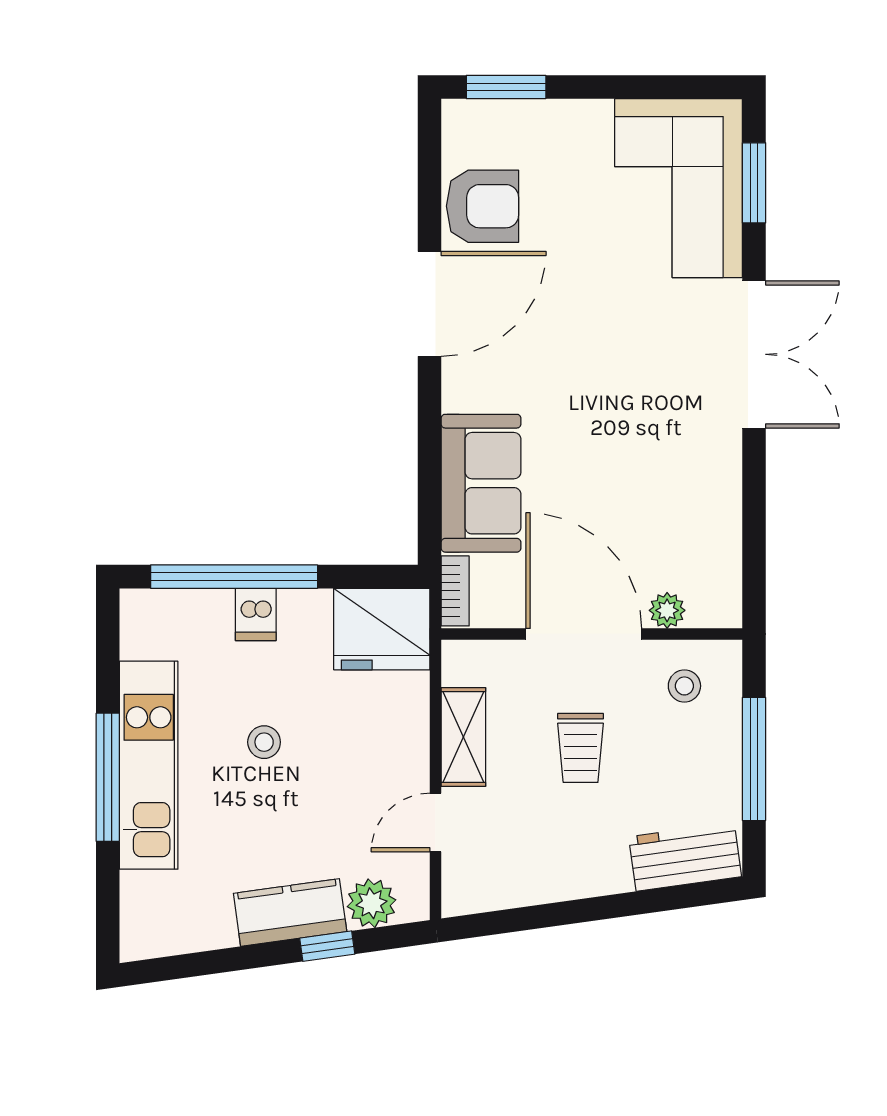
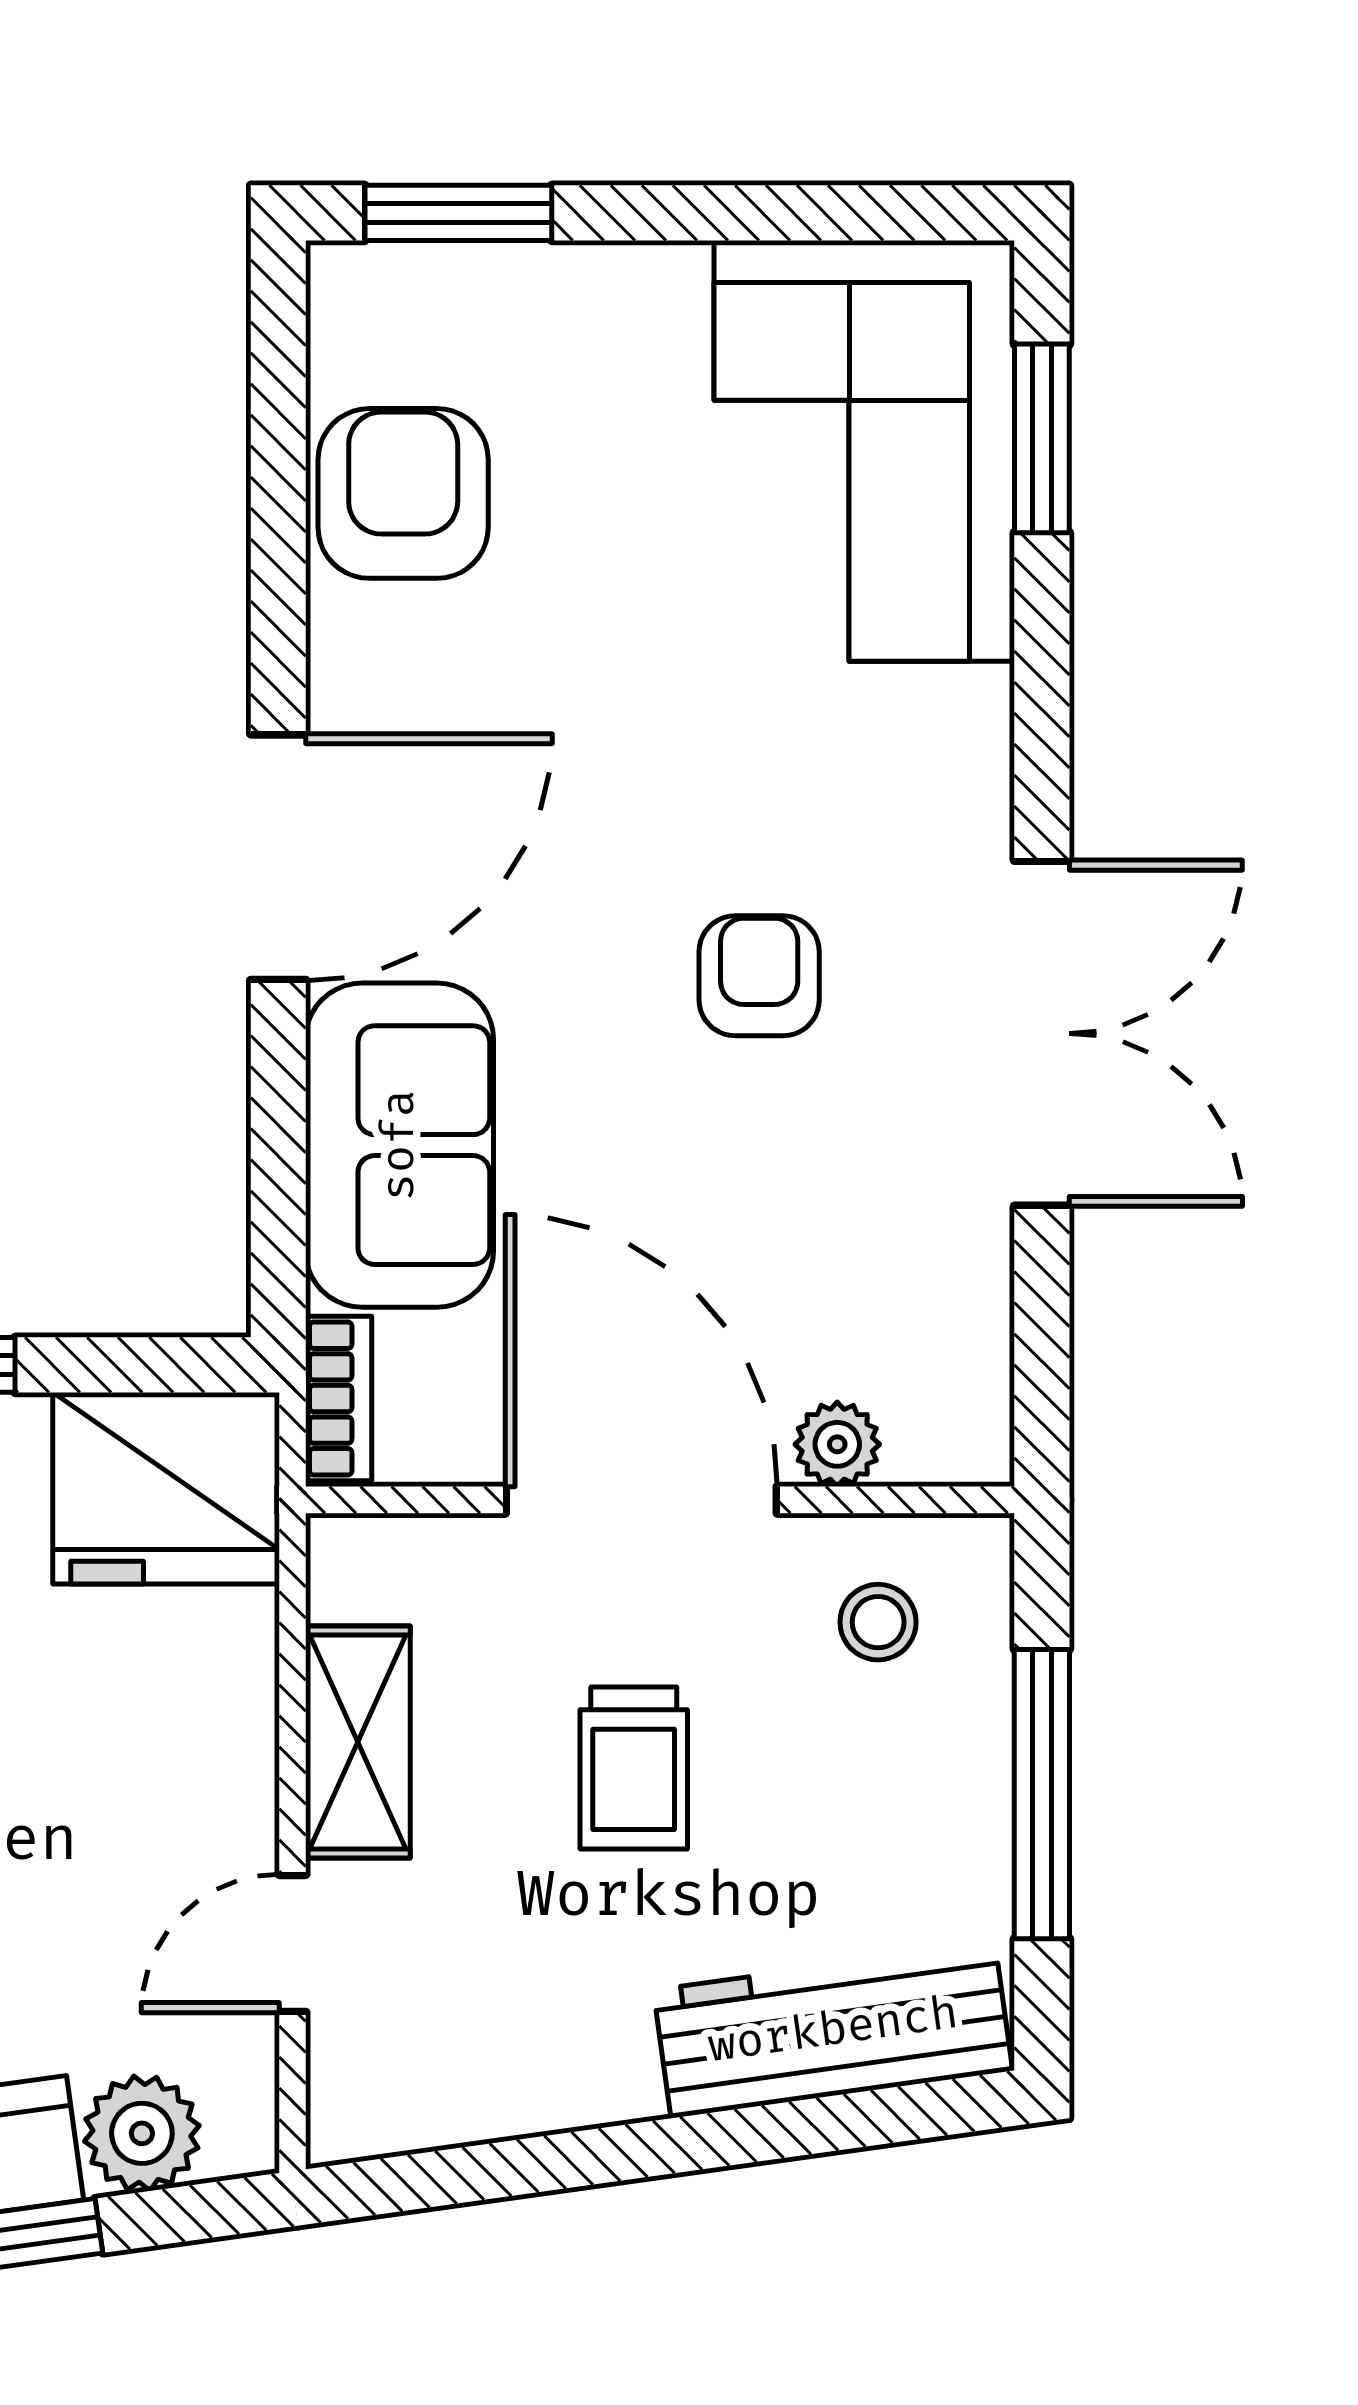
armchair: (483, 206) -> (403, 493), turned -90
door: (429, 304) -> (278, 857), moved
double door: (754, 354) -> (1042, 1033), moved
armchair: (634, 411) -> (759, 976), added
workbench: (685, 857) -> (833, 2030), width x1.38

